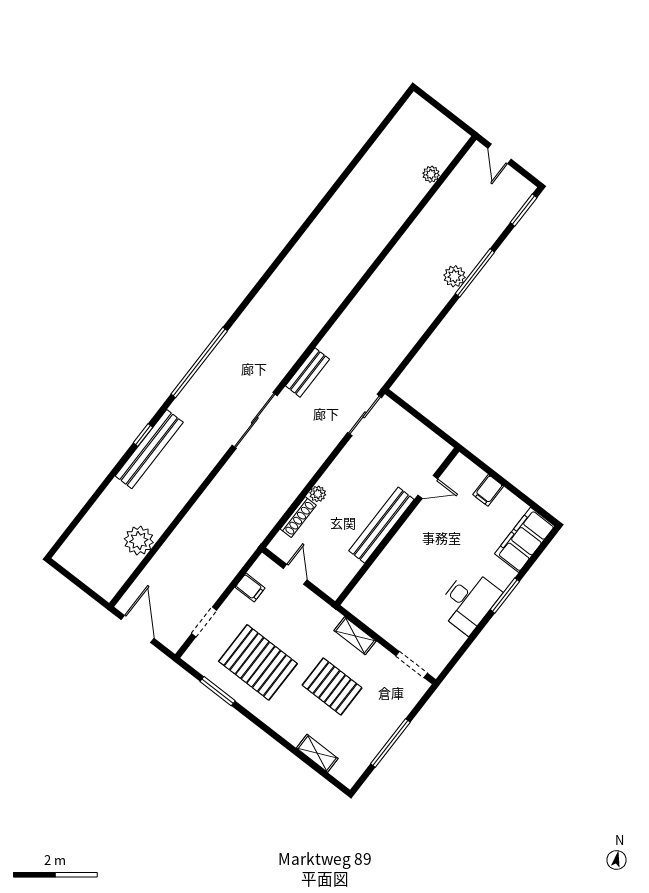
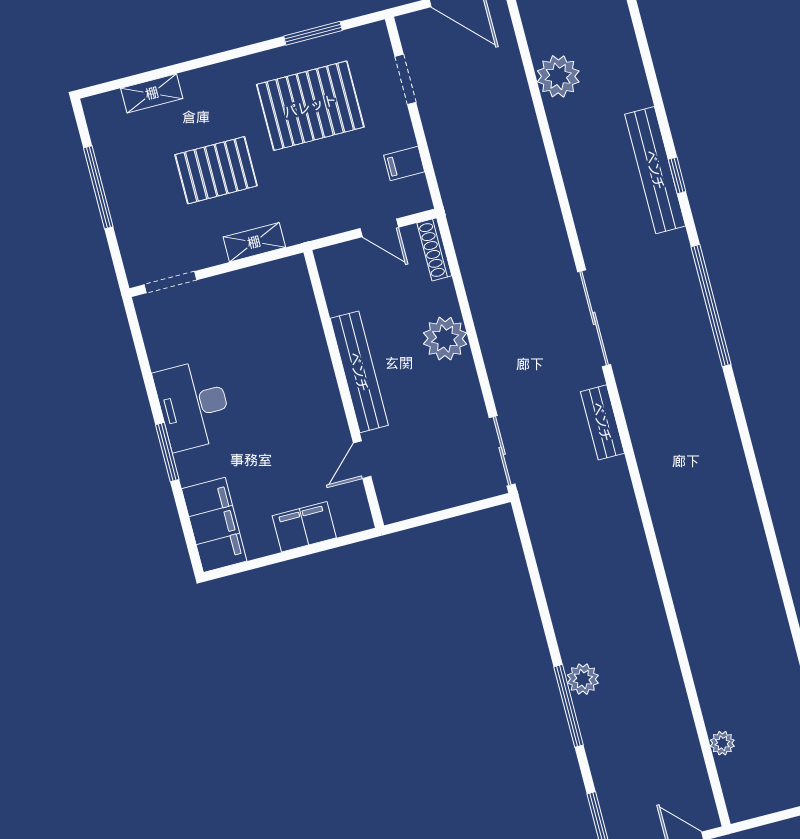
filing cabinet: (488, 490) -> (304, 527), width x2.00
plant: (318, 494) -> (445, 339), width x1.87, depth x1.87
shoe rack: (298, 517) -> (434, 249), moved

